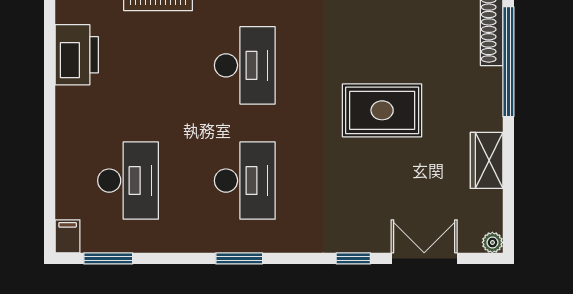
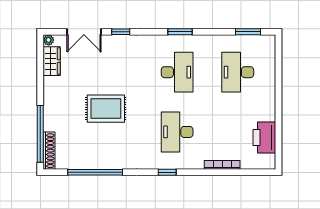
wardrobe: (487, 160) -> (52, 61), moved
desk: (245, 181) -> (177, 72), turned 180
filing cabinet: (68, 236) -> (269, 43), removed

